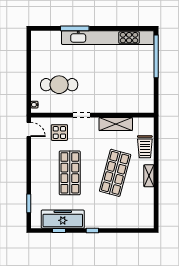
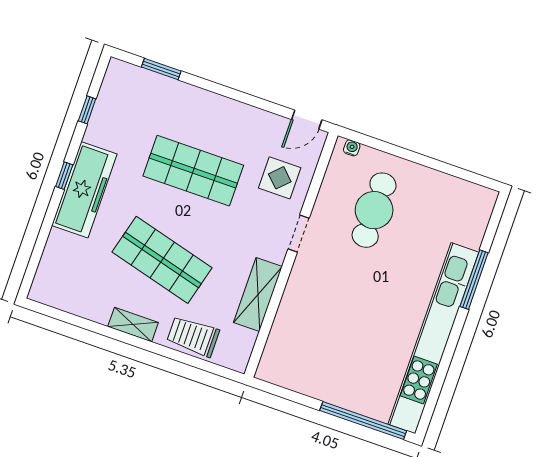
freezer: (63, 219) -> (84, 190), moved

